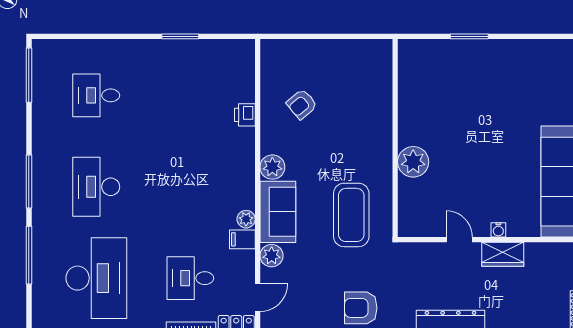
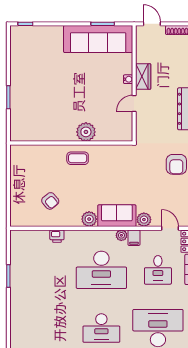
desk: (96, 95) -> (101, 270), moved, width x1.87, depth x1.30
coffee table: (351, 215) -> (78, 158), moved, width x0.54, depth x0.58

